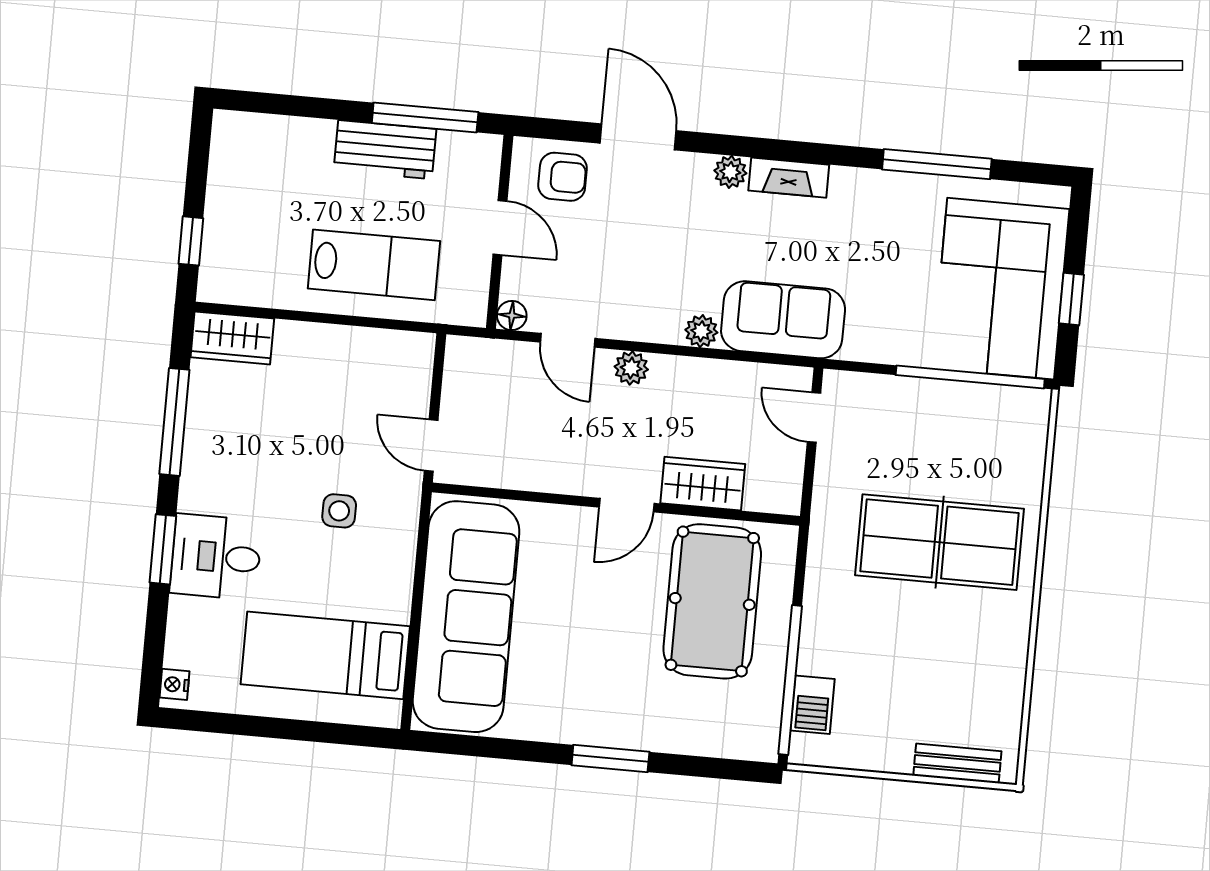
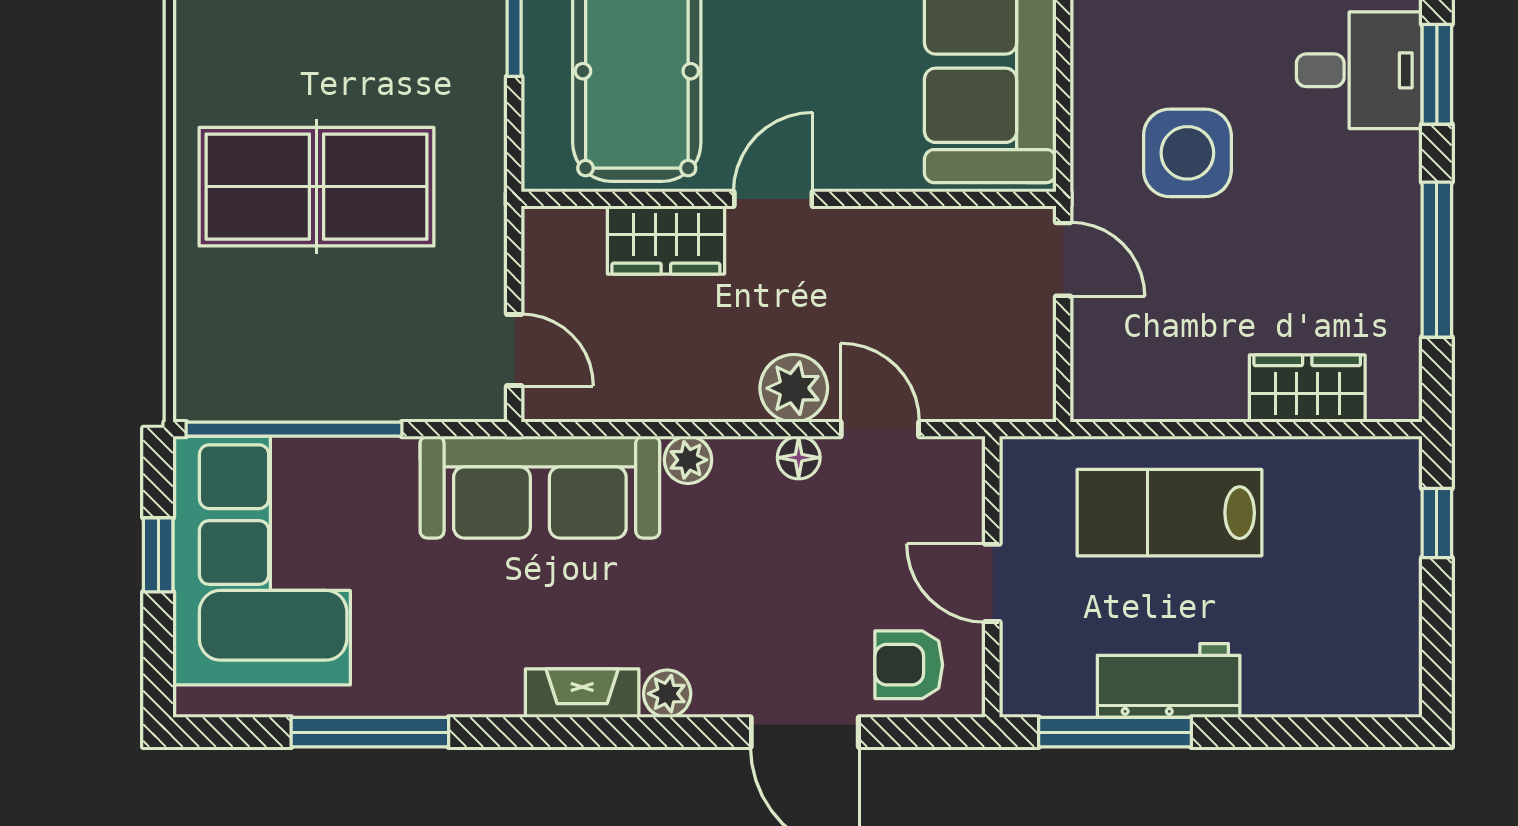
floor lamp: (512, 315) -> (799, 458), moved
sofa: (783, 320) -> (540, 487), width x1.36
wardrobe: (232, 338) -> (1307, 389), moved
plant: (631, 368) -> (794, 388), width x1.38, depth x1.38
side table: (339, 511) -> (1187, 153), width x1.87, depth x1.87

